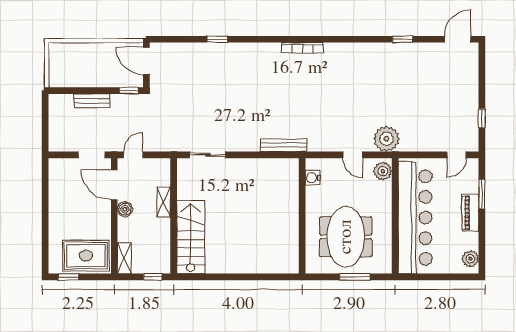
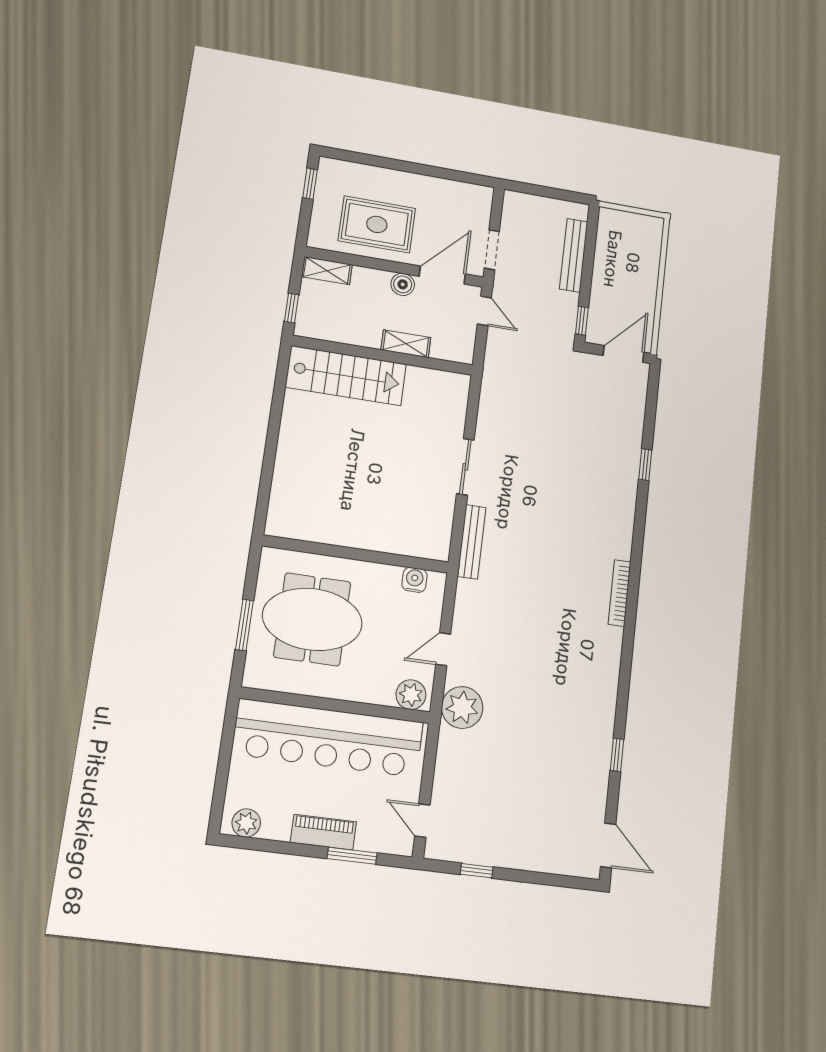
bench: (92, 101) -> (574, 255), width x1.36
sliding door: (208, 155) -> (465, 467), moved
rug: (86, 256) -> (377, 224), moved, turned 90

